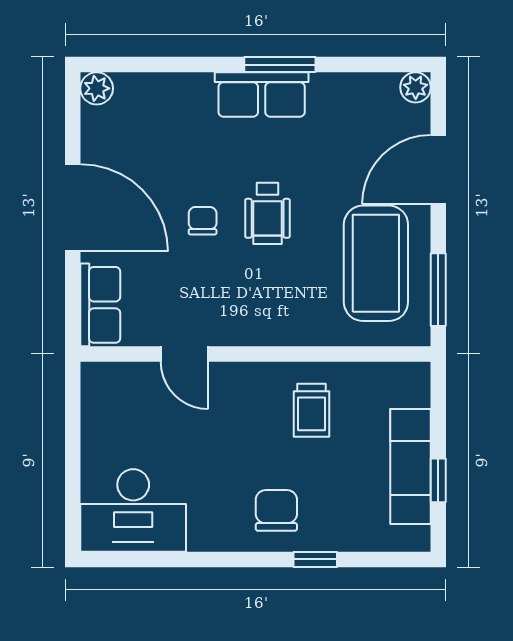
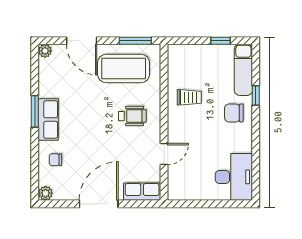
wheelchair: (268, 213) -> (132, 116), moved
chair: (203, 221) -> (55, 160), moved
exam couch: (410, 466) -> (243, 70), moved, turned 90

